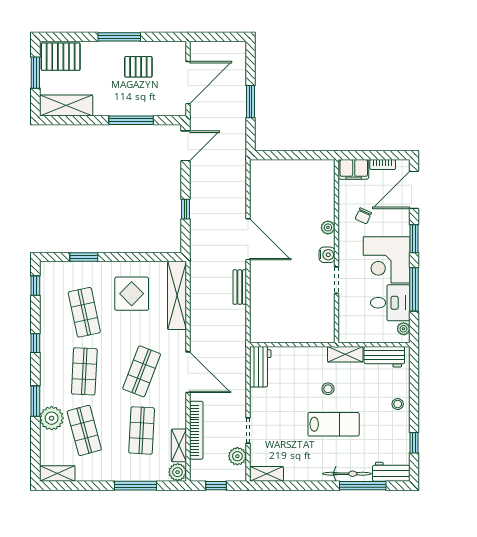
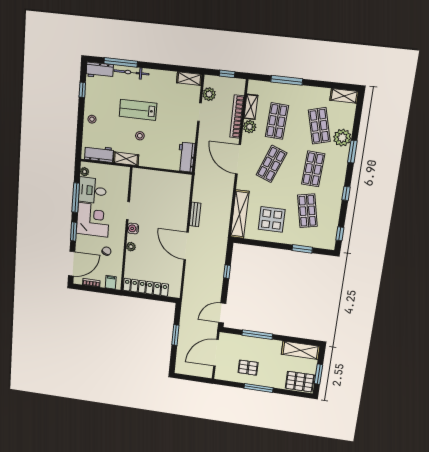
locker: (301, 169) -> (146, 287), added
filing cabinet: (354, 169) -> (111, 282), width x0.50
plant: (178, 472) -> (250, 127), moved

